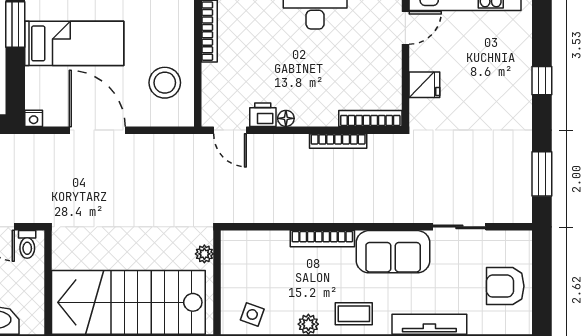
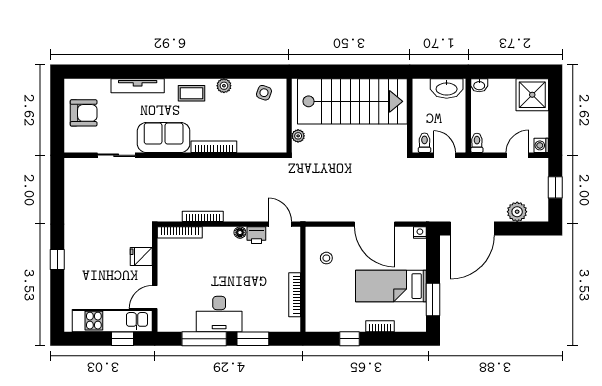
stool: (165, 83) -> (326, 258), width x0.53, depth x0.53
window: (542, 174) -> (57, 193), removed

